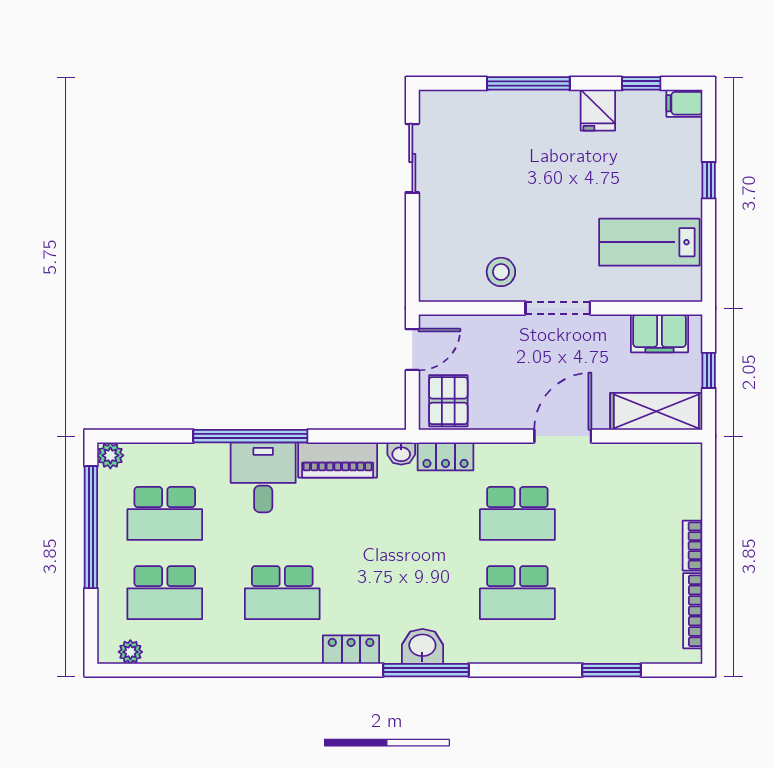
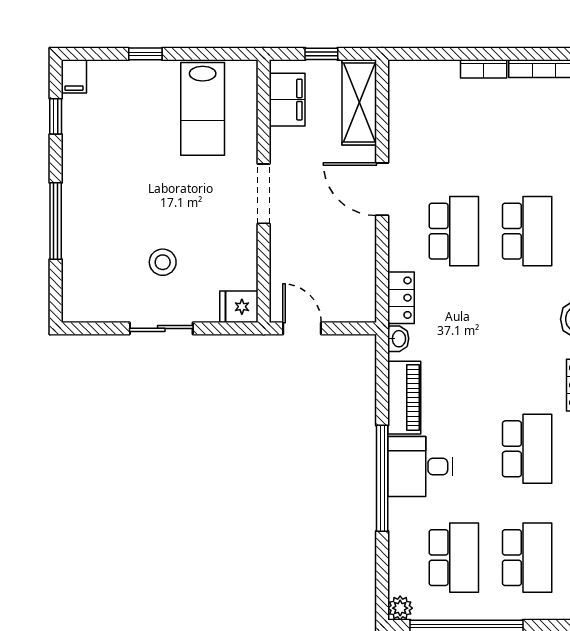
fridge: (598, 110) -> (239, 307), moved, turned 180
sliding door: (412, 158) -> (161, 328), moved
stool: (501, 272) -> (163, 262), moved
pallet: (448, 401) -> (349, 295), removed

